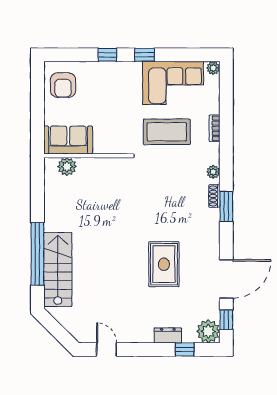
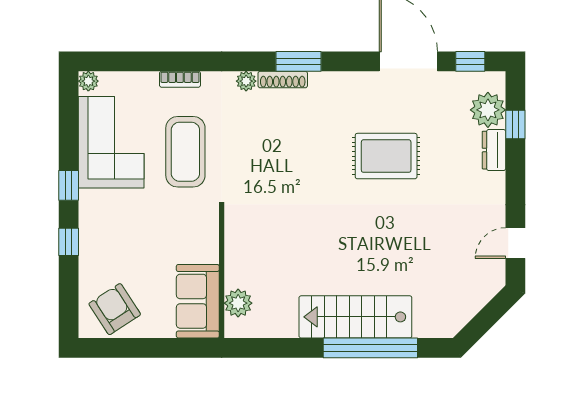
armchair: (63, 85) -> (115, 309), turned -123
shoe rack: (214, 196) -> (283, 80), width x1.43
stairs: (58, 269) -> (355, 317), moved
plant: (208, 331) -> (488, 110), moved

